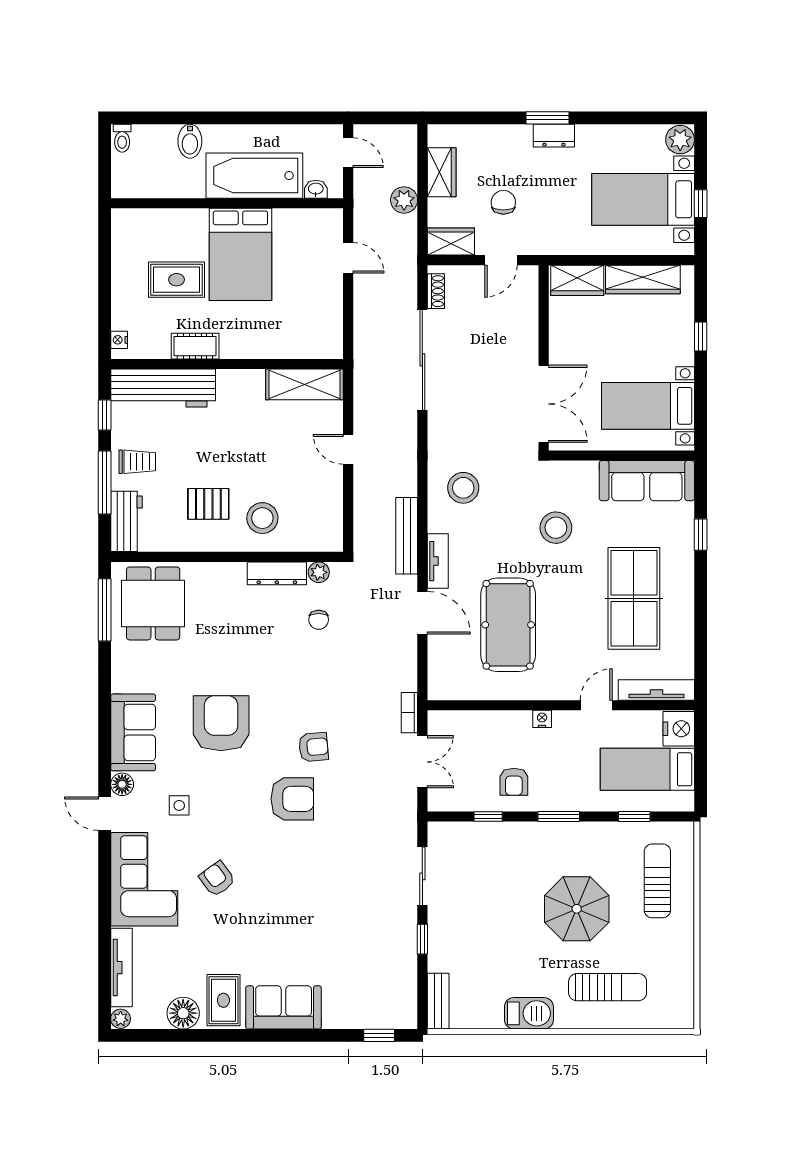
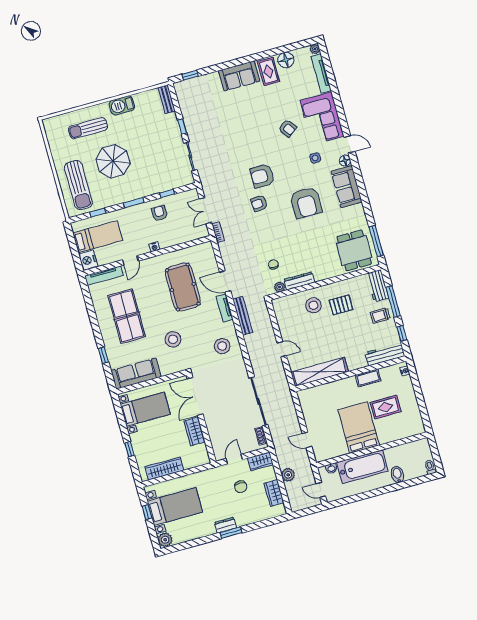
wardrobe: (577, 280) -> (194, 431), moved, turned -90
shelving: (305, 384) -> (320, 372), width x1.47
workbench: (163, 388) -> (385, 354), width x0.73, depth x0.76
sun lounger: (657, 881) -> (78, 185), width x1.36, depth x1.34

